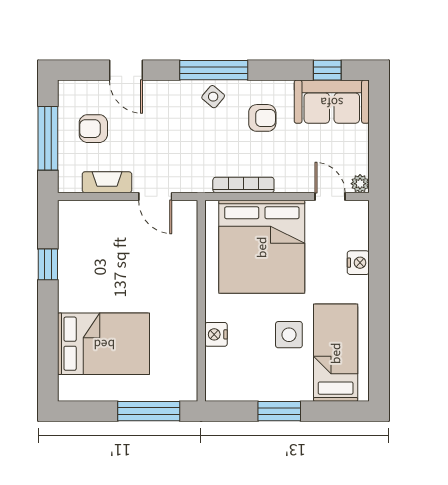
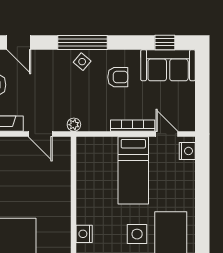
plant: (360, 184) -> (74, 125), moved
bookcase: (243, 185) -> (133, 126), moved
bed: (262, 247) -> (133, 170), width x0.49
nightstand: (358, 263) -> (187, 151), moved

